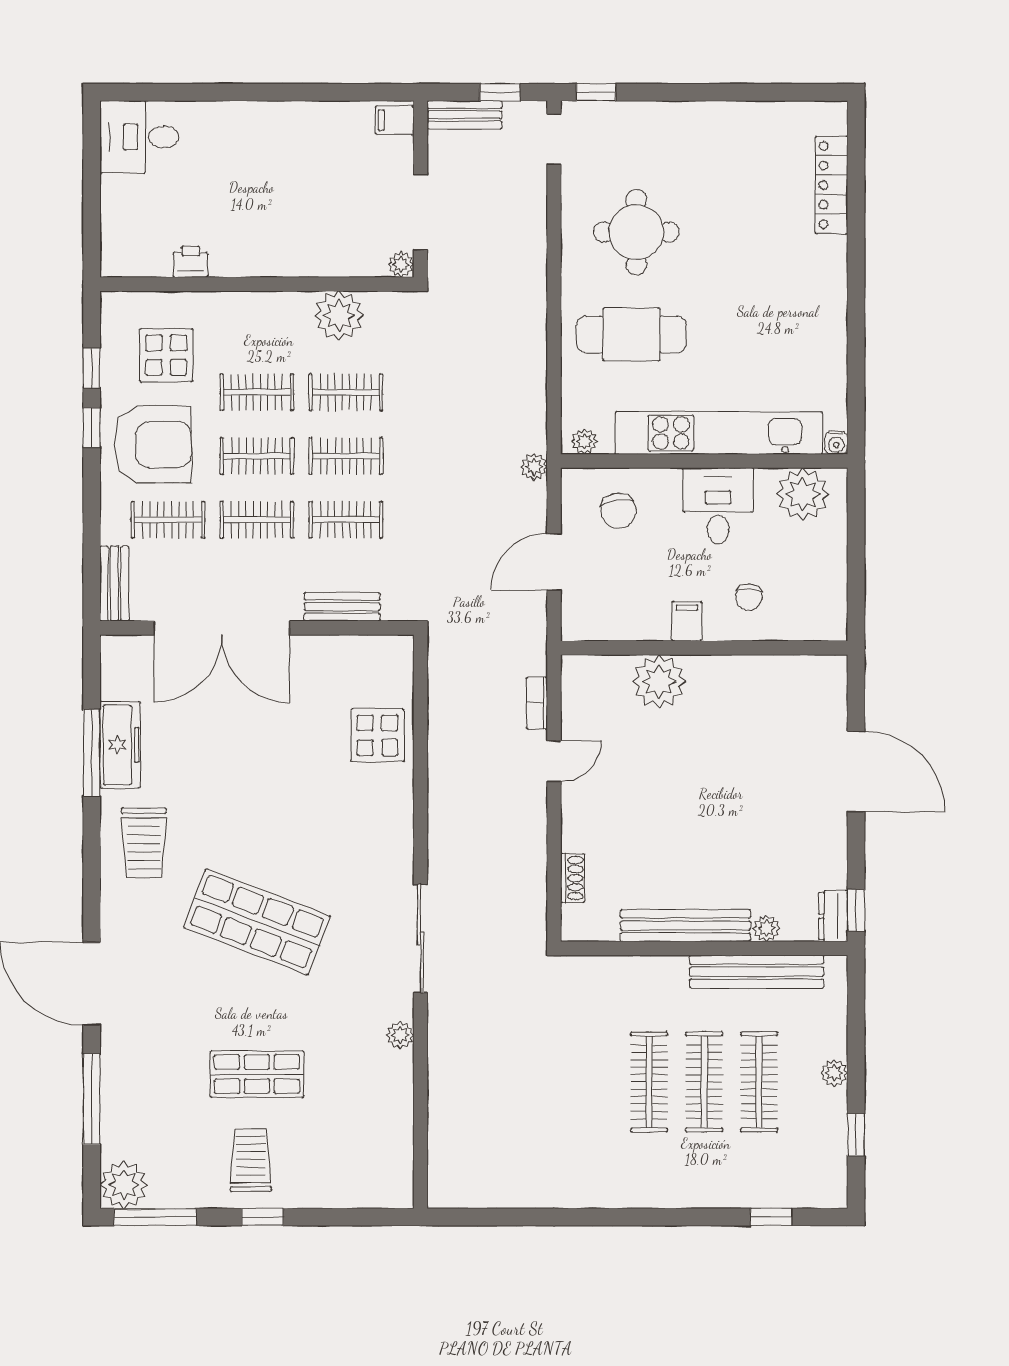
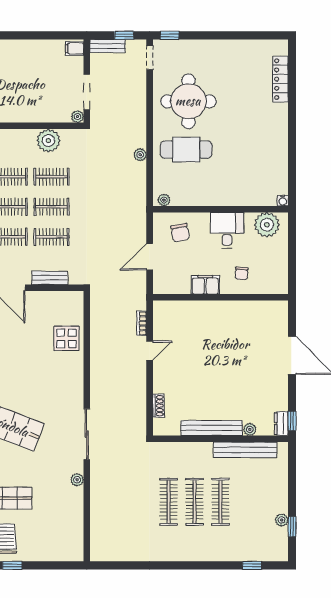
round table: (636, 232) -> (188, 101), width x1.36, depth x1.36
kitchen unit: (719, 433) -> (227, 196), removed
plant: (534, 467) -> (140, 155), moved
filing cabinet: (687, 621) -> (205, 285), width x2.00
plant: (659, 681) -> (199, 313), removed
plant: (834, 1073) -> (282, 520), moved
clothes rail: (759, 1082) -> (169, 502), moved

